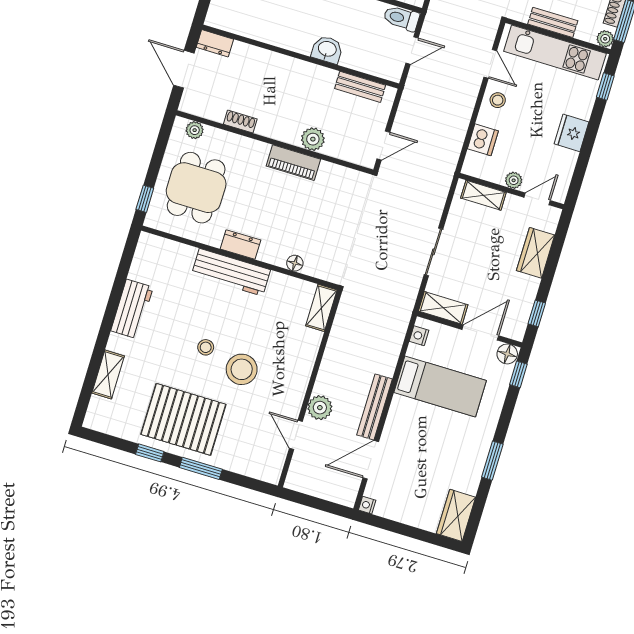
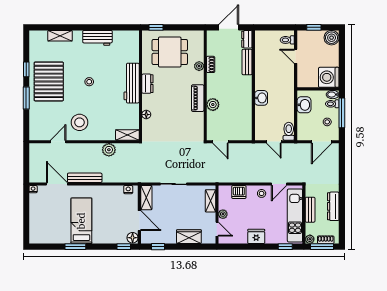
bench: (360, 87) -> (247, 62), moved
plant: (195, 130) -> (199, 66), moved
stool: (242, 369) -> (80, 122), moved
bed: (440, 386) -> (81, 221), moved, turned 180
plant: (320, 408) -> (109, 150), moved
wardrobe: (456, 515) -> (42, 236), removed

